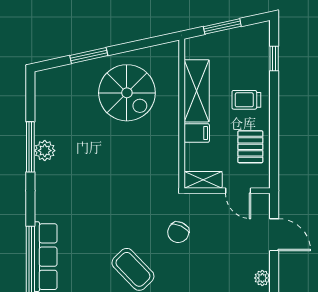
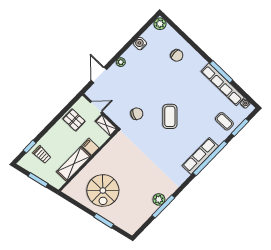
spiral stairs: (127, 93) -> (103, 190), turned 180
trolley: (246, 100) -> (42, 155), moved
pallet: (250, 147) -> (74, 120), turned 90
door: (238, 191) -> (96, 107), hinge flipped

